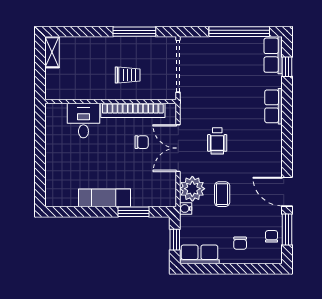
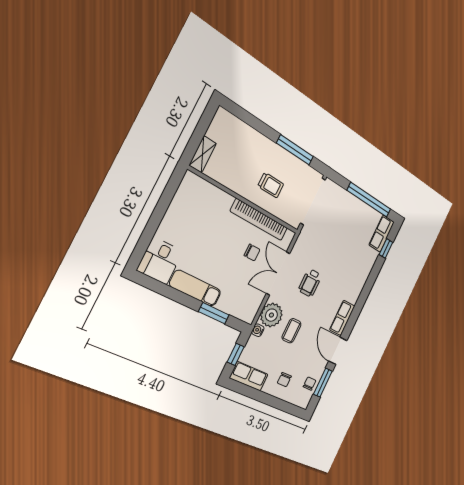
shelving: (52, 52) -> (203, 154), moved
row of seats: (273, 106) -> (342, 318), moved
desk: (83, 121) -> (160, 261), moved, turned 180

